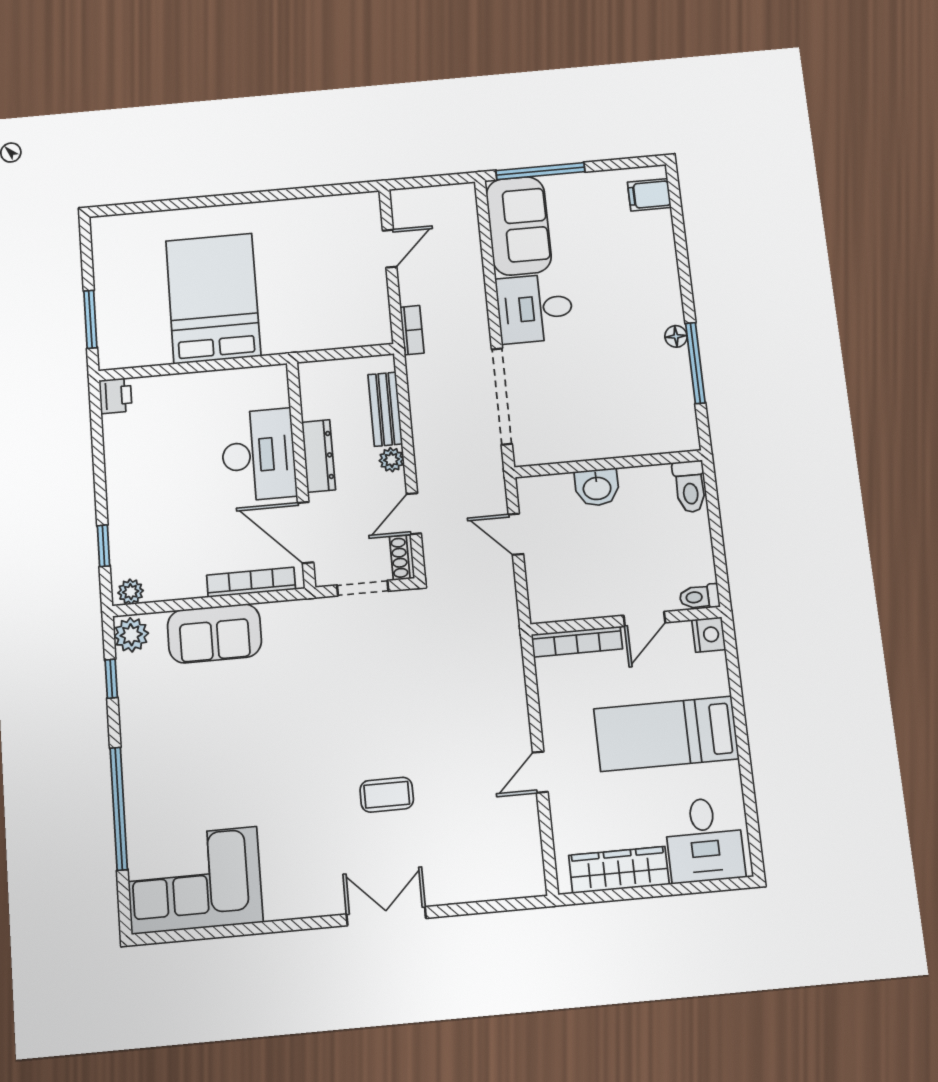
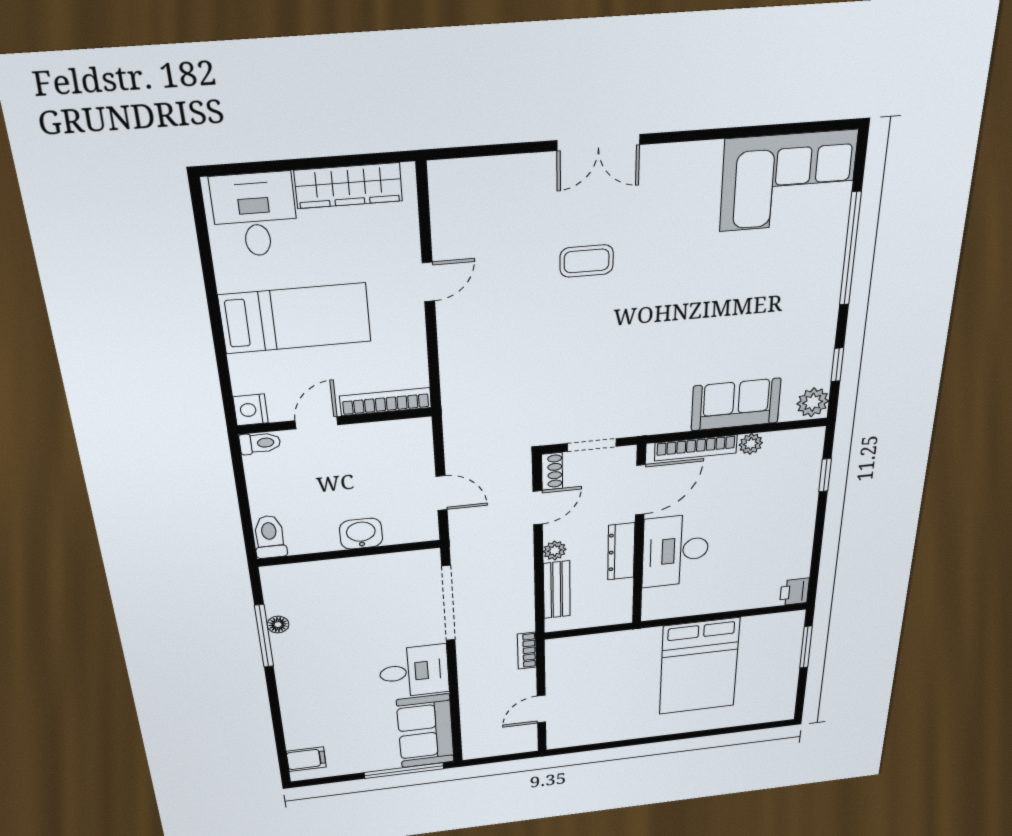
floor lamp: (676, 336) -> (278, 625), moved
door: (306, 533) -> (640, 490), hinge flipped
plant: (131, 592) -> (751, 444), moved

